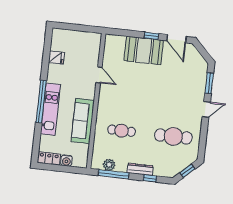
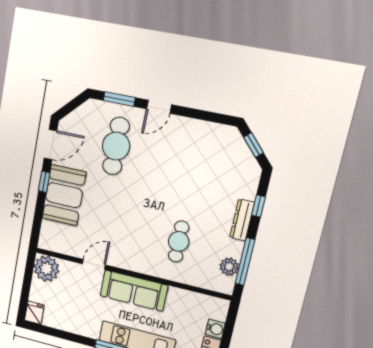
plant: (92, 41) -> (46, 269), added
fridge: (56, 58) -> (34, 313), moved
door: (206, 109) -> (159, 107), swing flipped
sofa: (83, 121) -> (134, 291), moved
cafe table: (173, 136) -> (116, 146), moved

